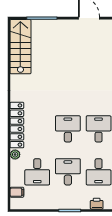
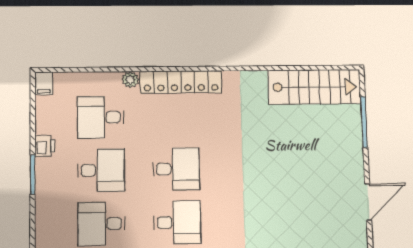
filing cabinet: (17, 192) -> (44, 83), moved
printer: (97, 204) -> (45, 146), moved

